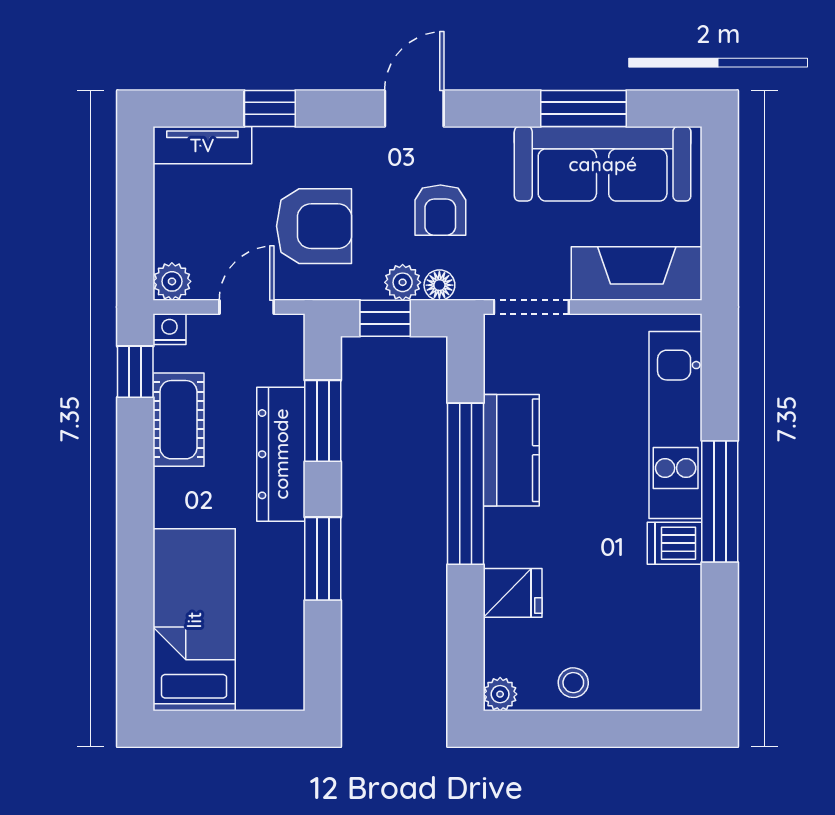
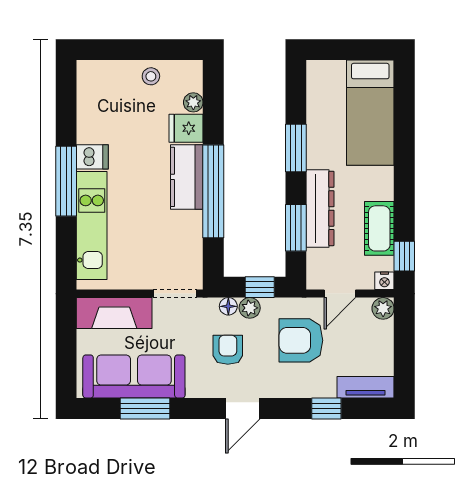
kitchen counter: (511, 450) -> (187, 177), moved
plant: (500, 694) -> (193, 102), moved

